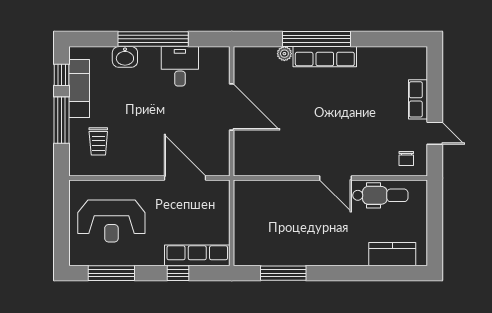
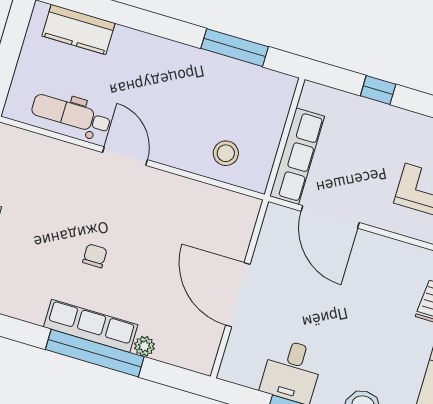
chair: (406, 158) -> (95, 256), moved
stool: (268, 200) -> (226, 153), added
row of seats: (197, 255) -> (297, 156), moved, turned -90

